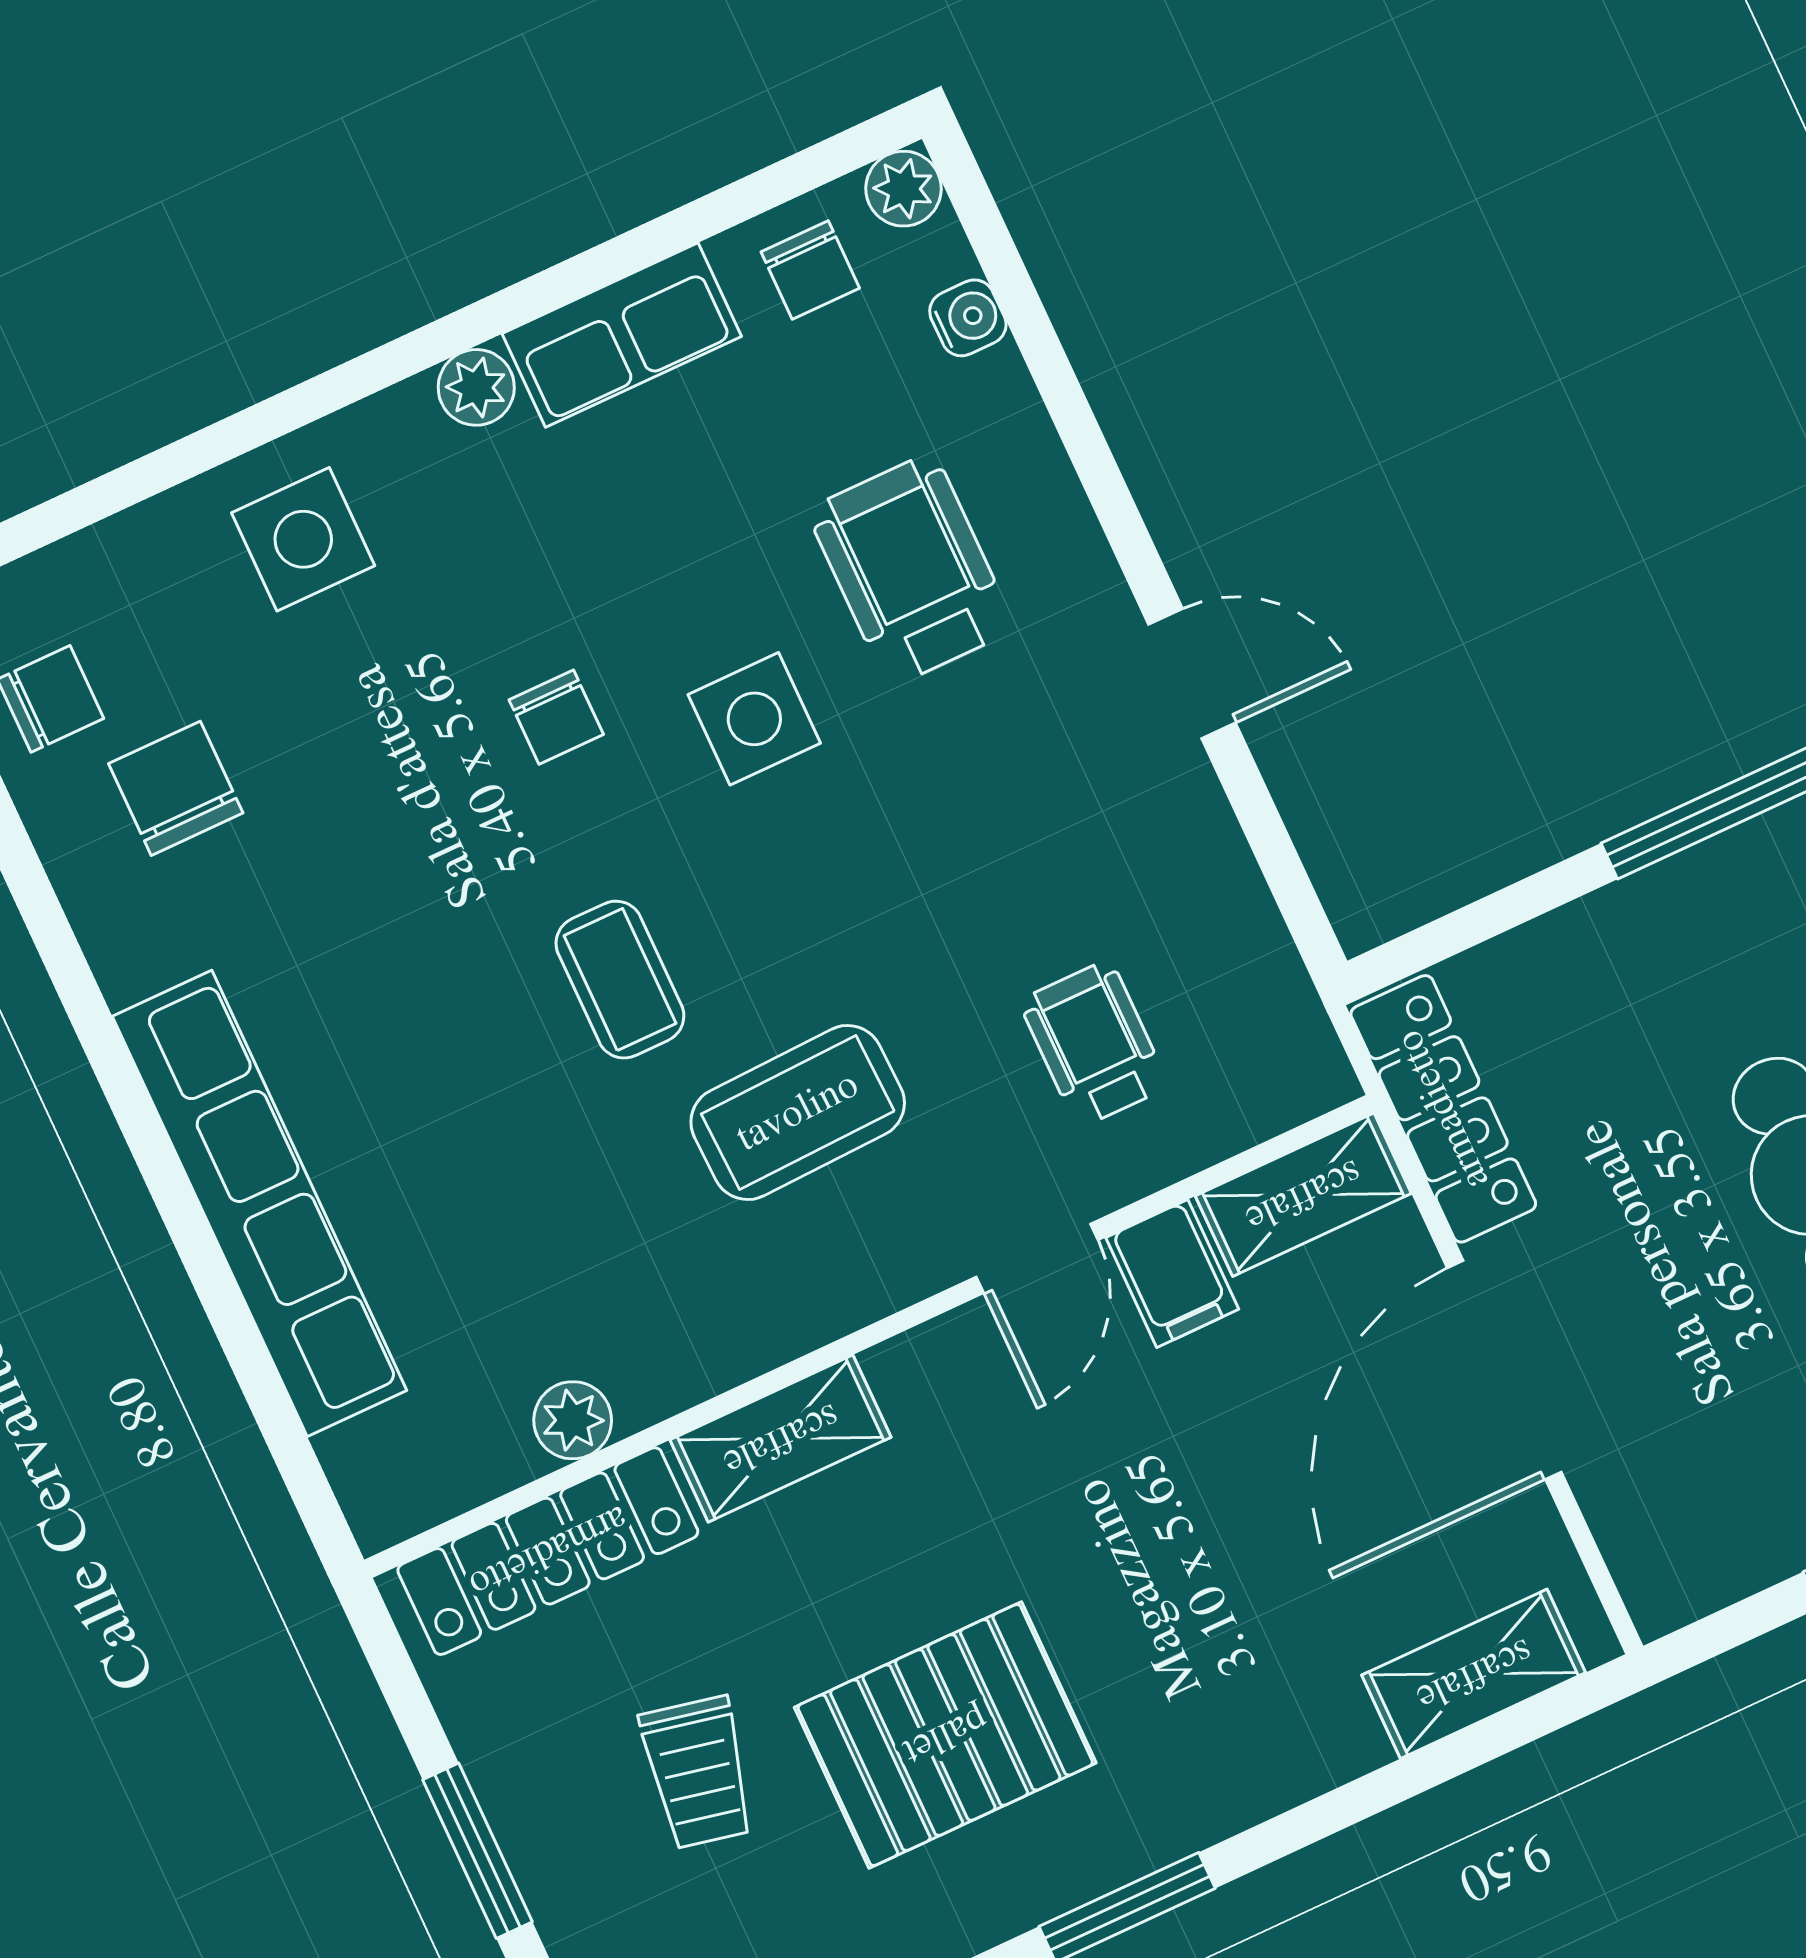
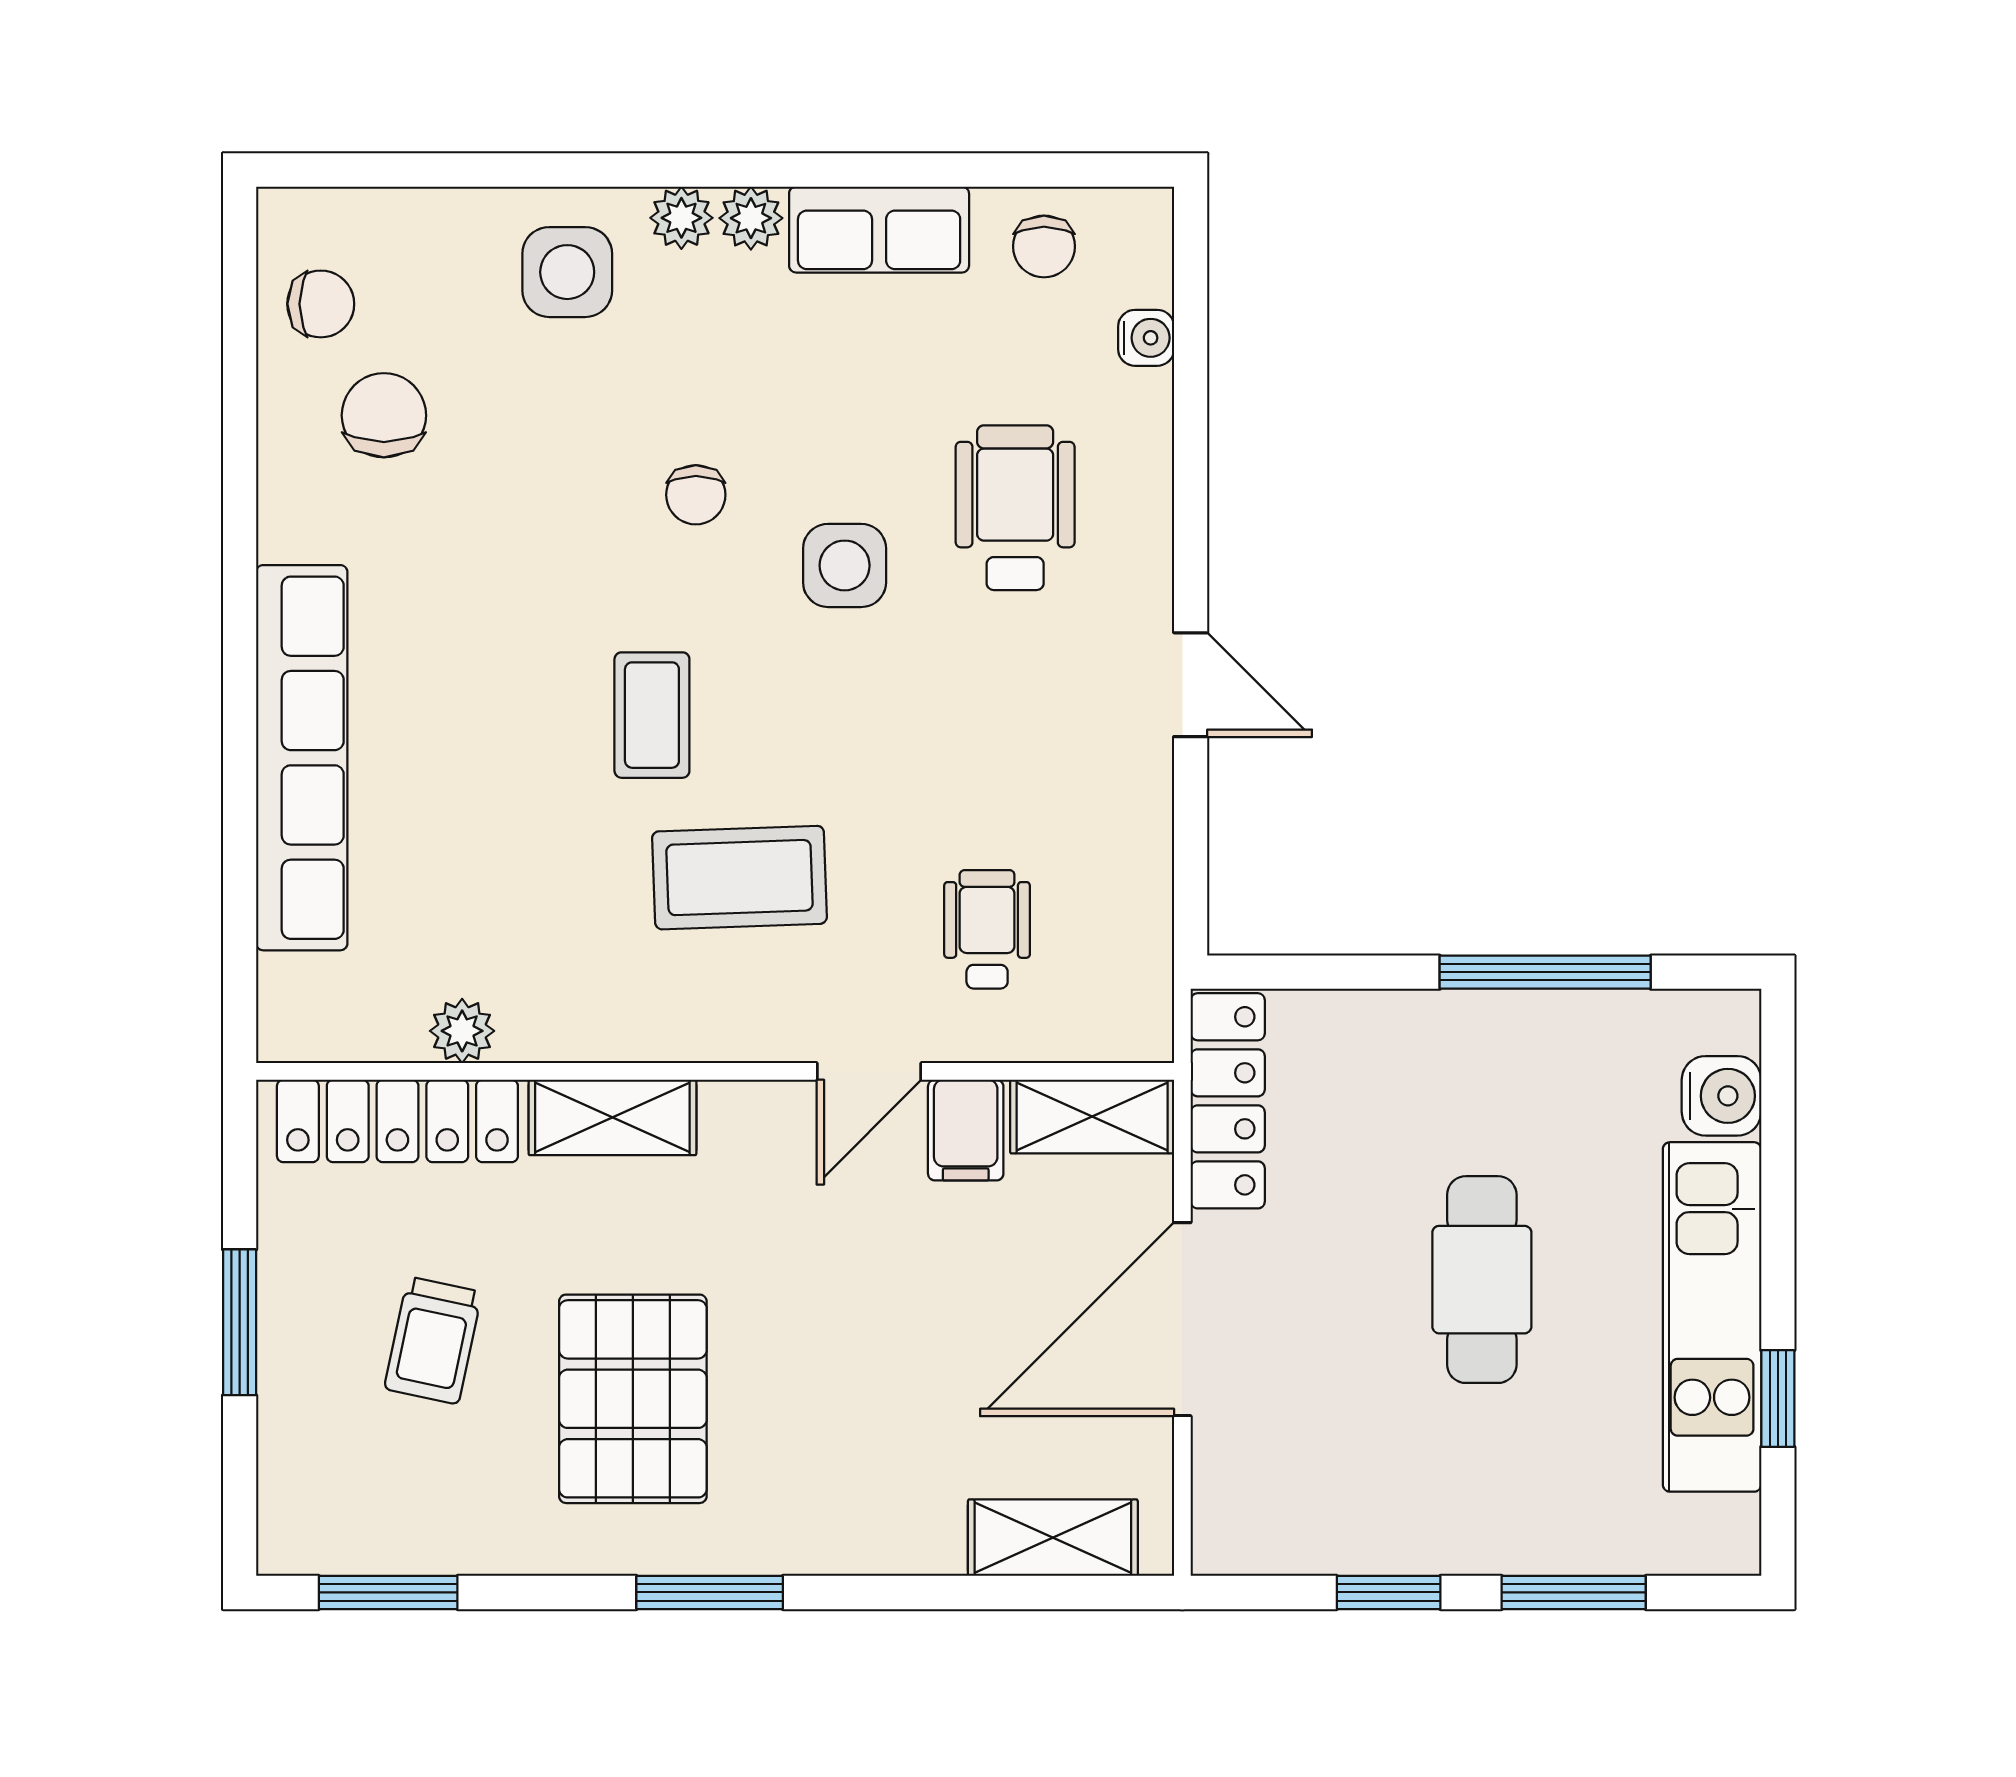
plant: (904, 189) -> (681, 218), moved
pallet: (945, 1735) -> (633, 1399), turned 90

